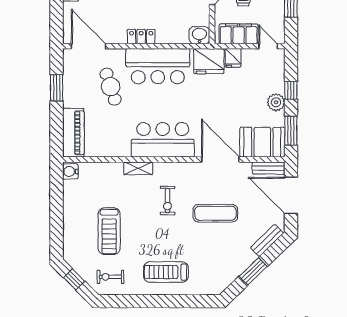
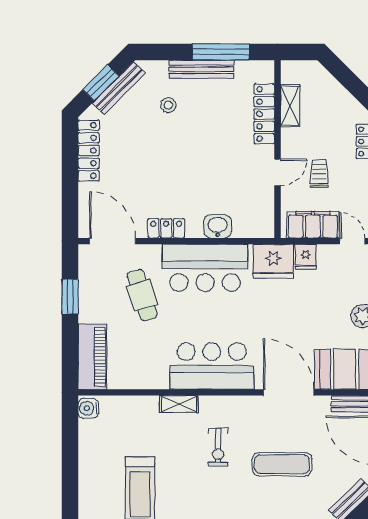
washbasin: (199, 35) -> (218, 226), moved
locker: (141, 37) -> (166, 228), moved

